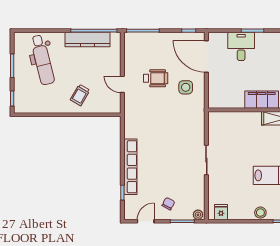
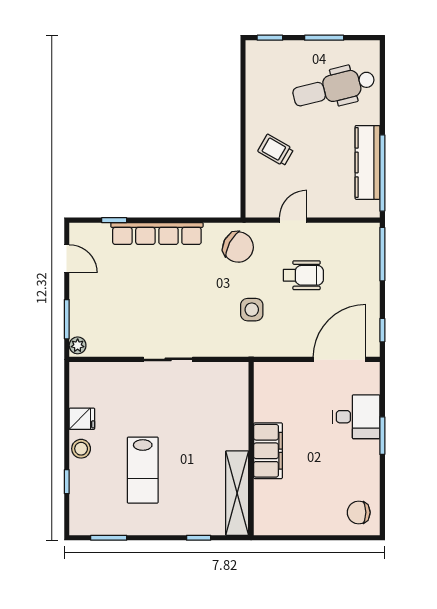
wheelchair: (156, 78) -> (303, 275), turned -90
side table: (186, 87) -> (252, 310), moved
chair: (168, 204) -> (238, 247), moved, width x1.87, depth x1.87
fridge: (221, 212) -> (82, 419), moved

